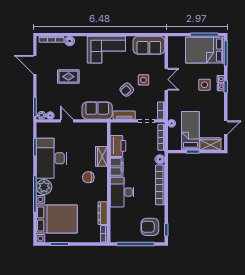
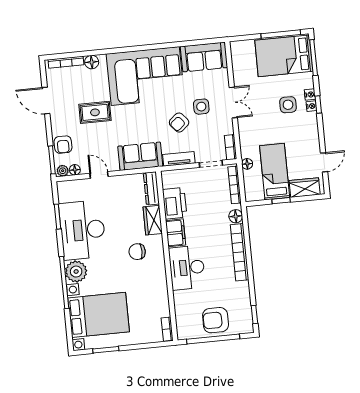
corner sofa: (106, 50) -> (145, 76), width x1.36, depth x1.36
armchair: (44, 97) -> (63, 145), added
dresser: (103, 213) -> (151, 188), moved
armchair: (150, 227) -> (216, 320), moved

